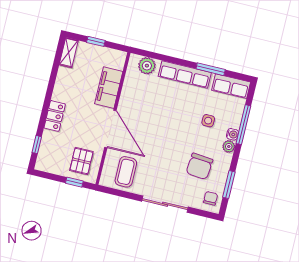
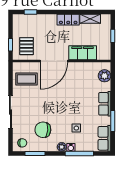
shelving: (69, 53) -> (90, 19), moved
row of seats: (185, 74) -> (105, 104), width x0.68
locker: (55, 116) -> (68, 20), moved
pallet: (81, 161) -> (27, 46), turned 90

